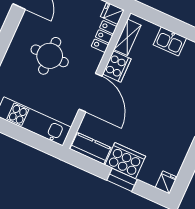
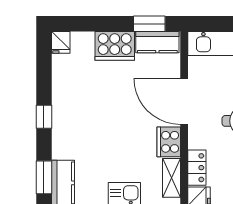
window: (122, 180) -> (149, 24), moved

